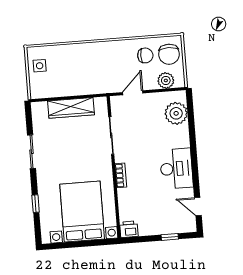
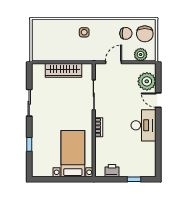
side table: (40, 66) -> (84, 32), moved
door: (198, 207) -> (158, 100), moved
bed with nightstands: (82, 212) -> (73, 154), width x0.73
printer: (129, 229) -> (112, 171), moved

